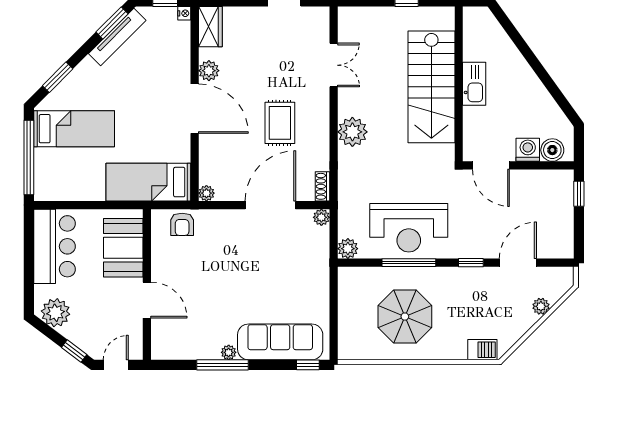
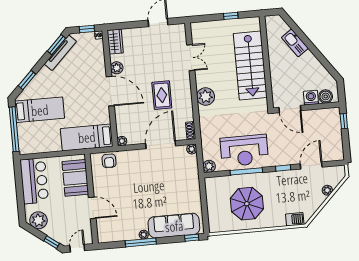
kitchen sink: (474, 84) -> (295, 43), moved, turned 144

